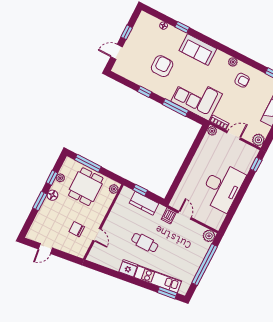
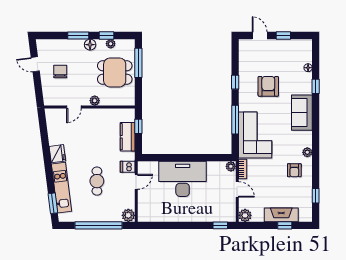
armchair: (162, 66) -> (268, 86), turned -90
desk: (222, 187) -> (183, 179), moved, turned 180
plant: (114, 189) -> (95, 101), moved
chair: (77, 229) -> (60, 72), moved
cafe table: (145, 243) -> (97, 181), moved

